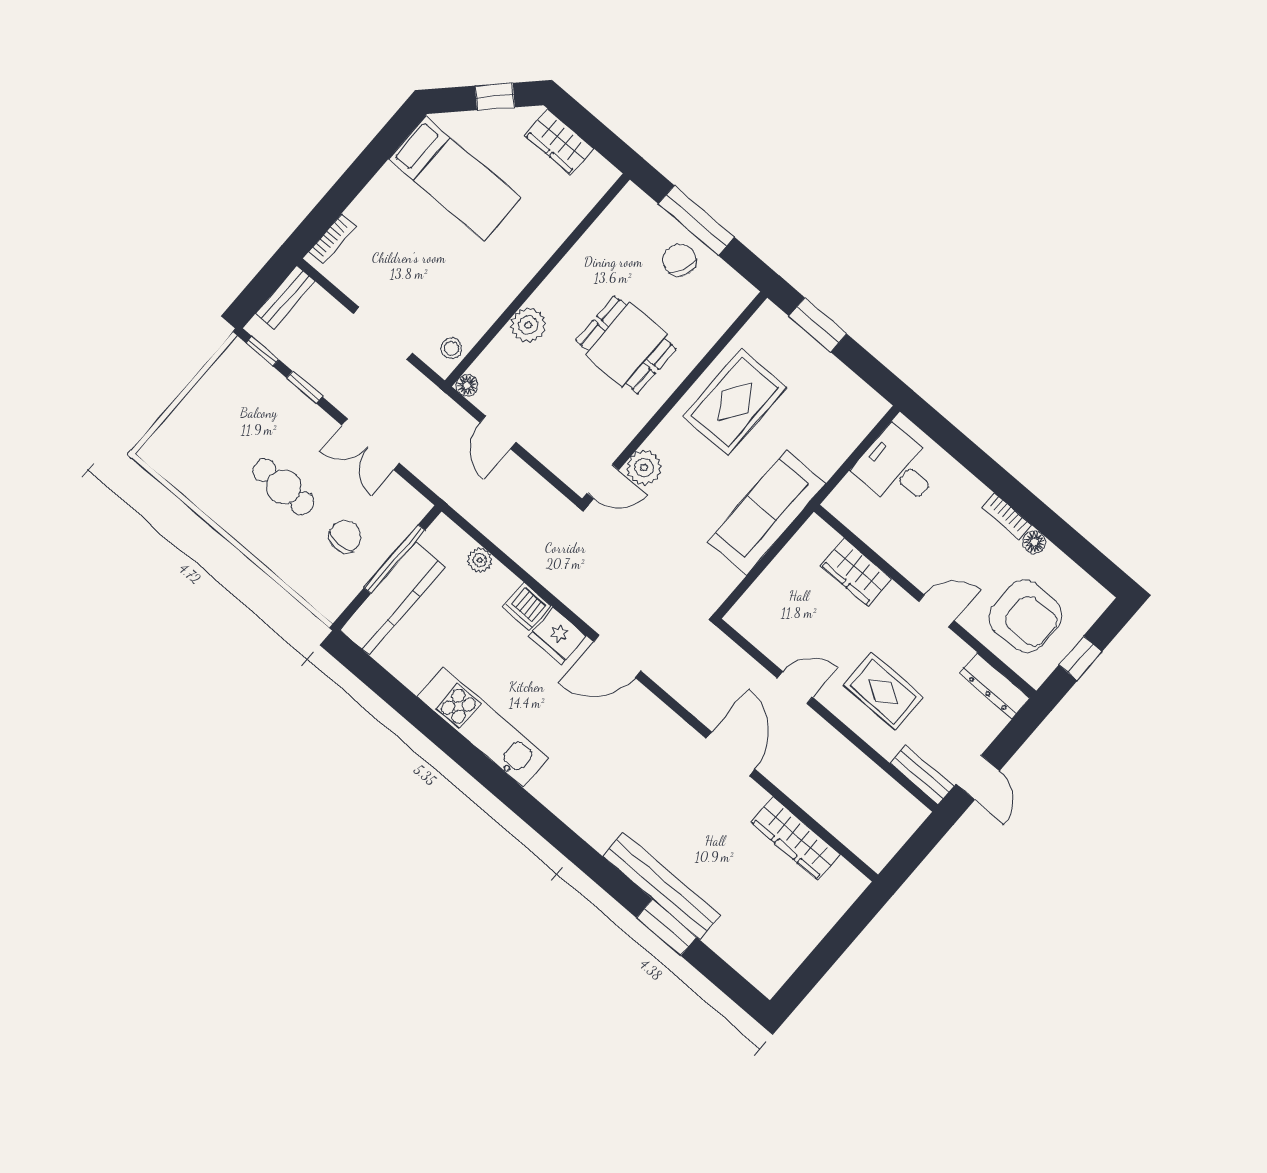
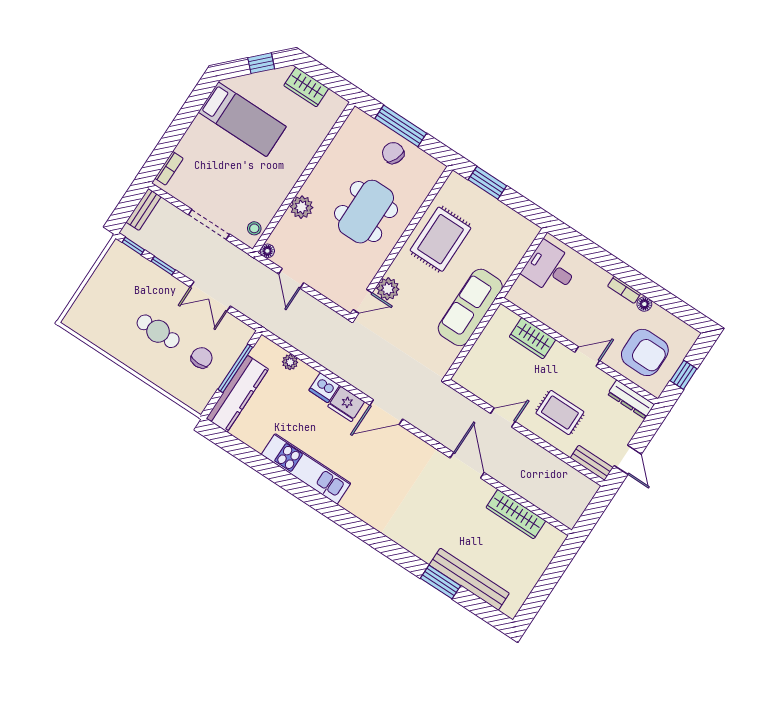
dining table: (626, 345) -> (366, 212), width x1.37
bench: (661, 886) -> (469, 579), moved

